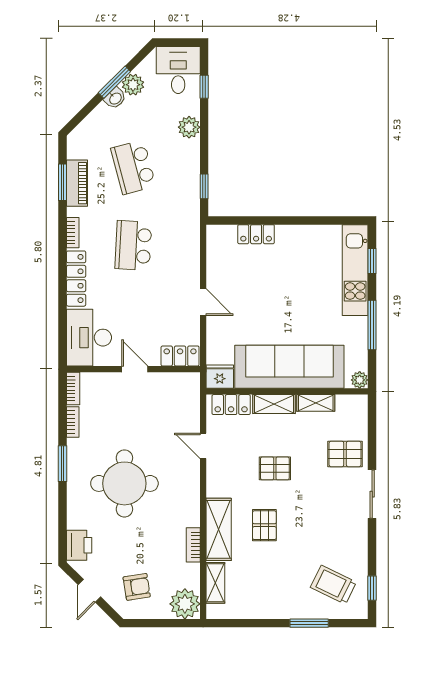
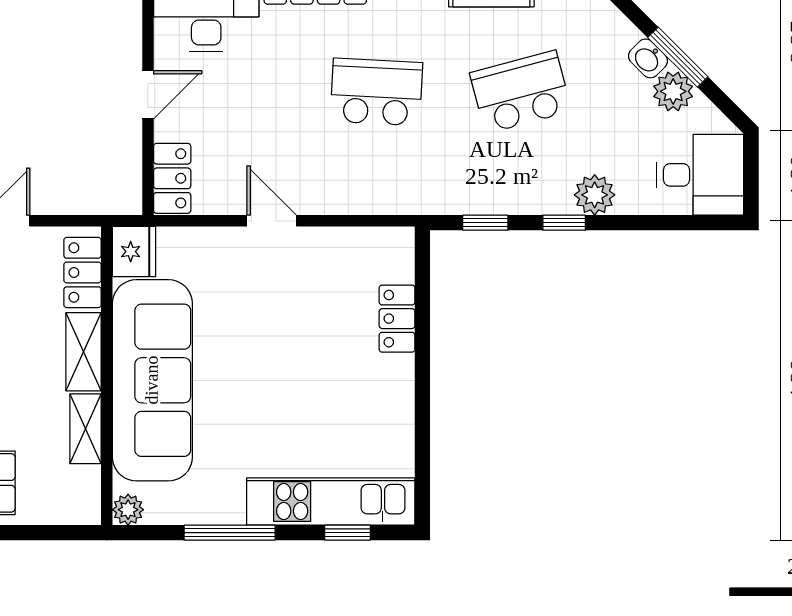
window: (204, 87) -> (564, 223), moved
door: (203, 302) -> (272, 221), swing flipped

